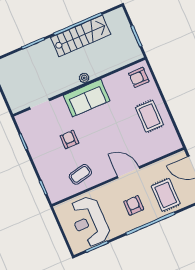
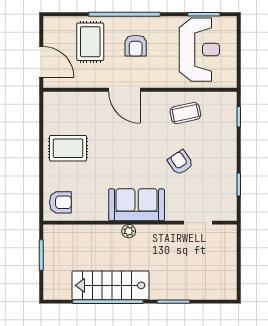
rug: (149, 116) -> (68, 148), turned 90
armchair: (69, 139) -> (180, 162), turned 146

